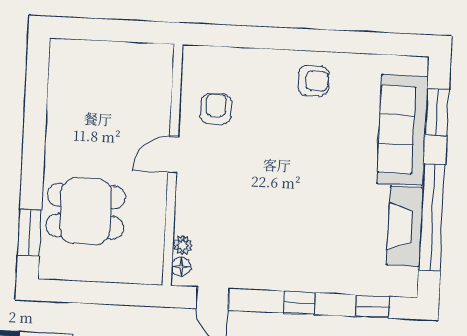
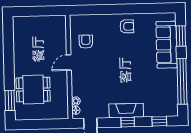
fireplace: (405, 226) -> (126, 111), moved, turned 90

